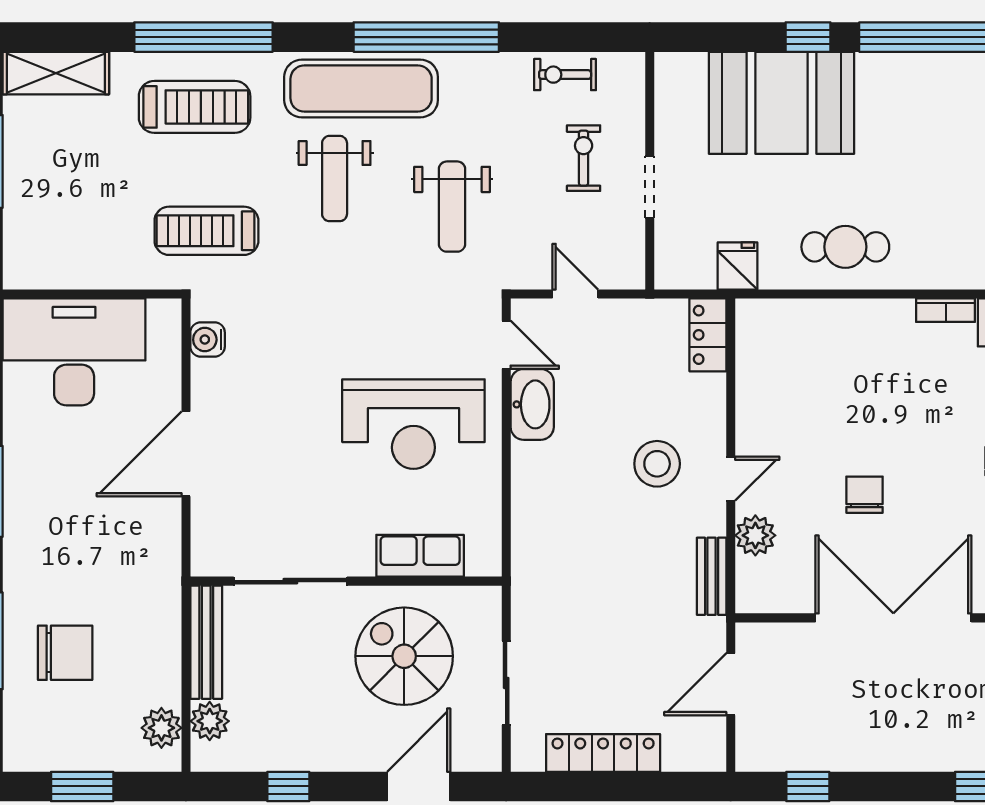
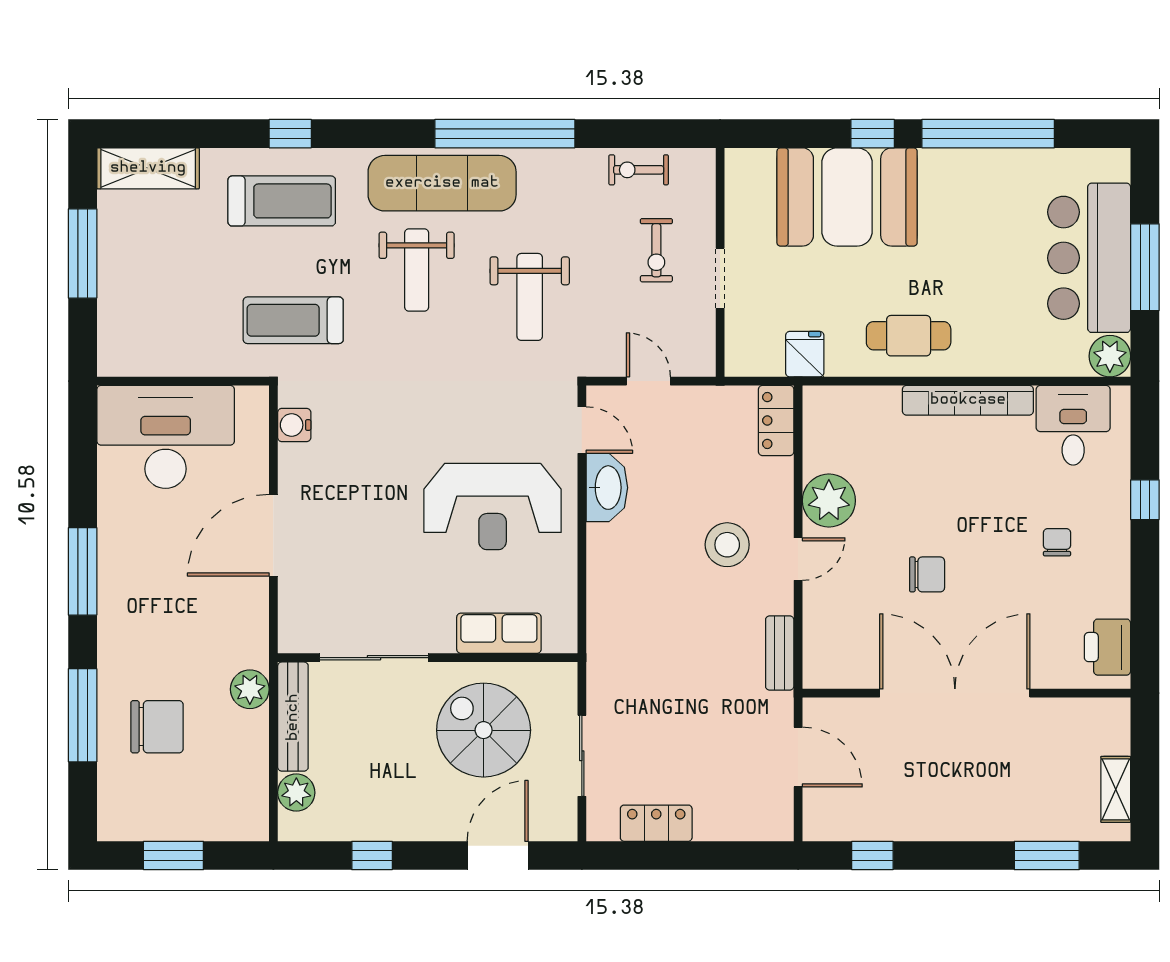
window: (203, 37) -> (290, 134), width x0.32
exercise bike: (584, 158) -> (656, 250), turned 180
bookcase: (946, 310) -> (968, 400), width x2.31, depth x1.31
chair: (865, 495) -> (927, 574), turned 90
plant: (755, 535) -> (829, 501), moved, width x1.36, depth x1.36
door: (731, 684) -> (798, 757), swing flipped
plant: (161, 728) -> (250, 689), moved
locker: (603, 753) -> (656, 823), width x0.66

